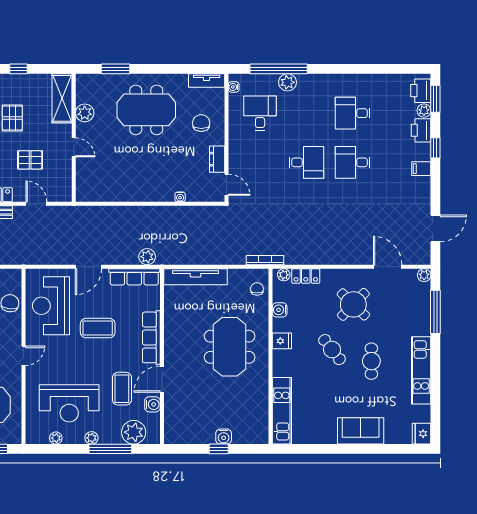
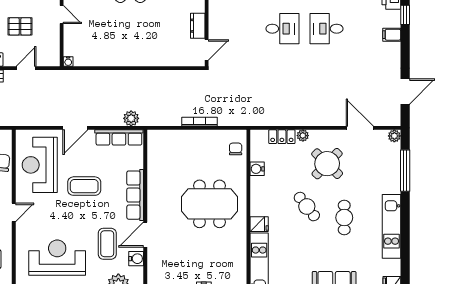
door: (226, 185) -> (207, 50), hinge flipped
water cooler: (180, 197) -> (68, 61), moved
door: (36, 204) -> (26, 68), hinge flipped
bookcase: (265, 260) -> (200, 122), moved
plant: (284, 275) -> (303, 136), moved
tv unit: (195, 277) -> (177, 137), removed
fridge: (282, 341) -> (259, 224), moved
meeting table: (230, 347) -> (210, 204), turned 90
reception desk: (69, 403) -> (57, 258), turned 180

